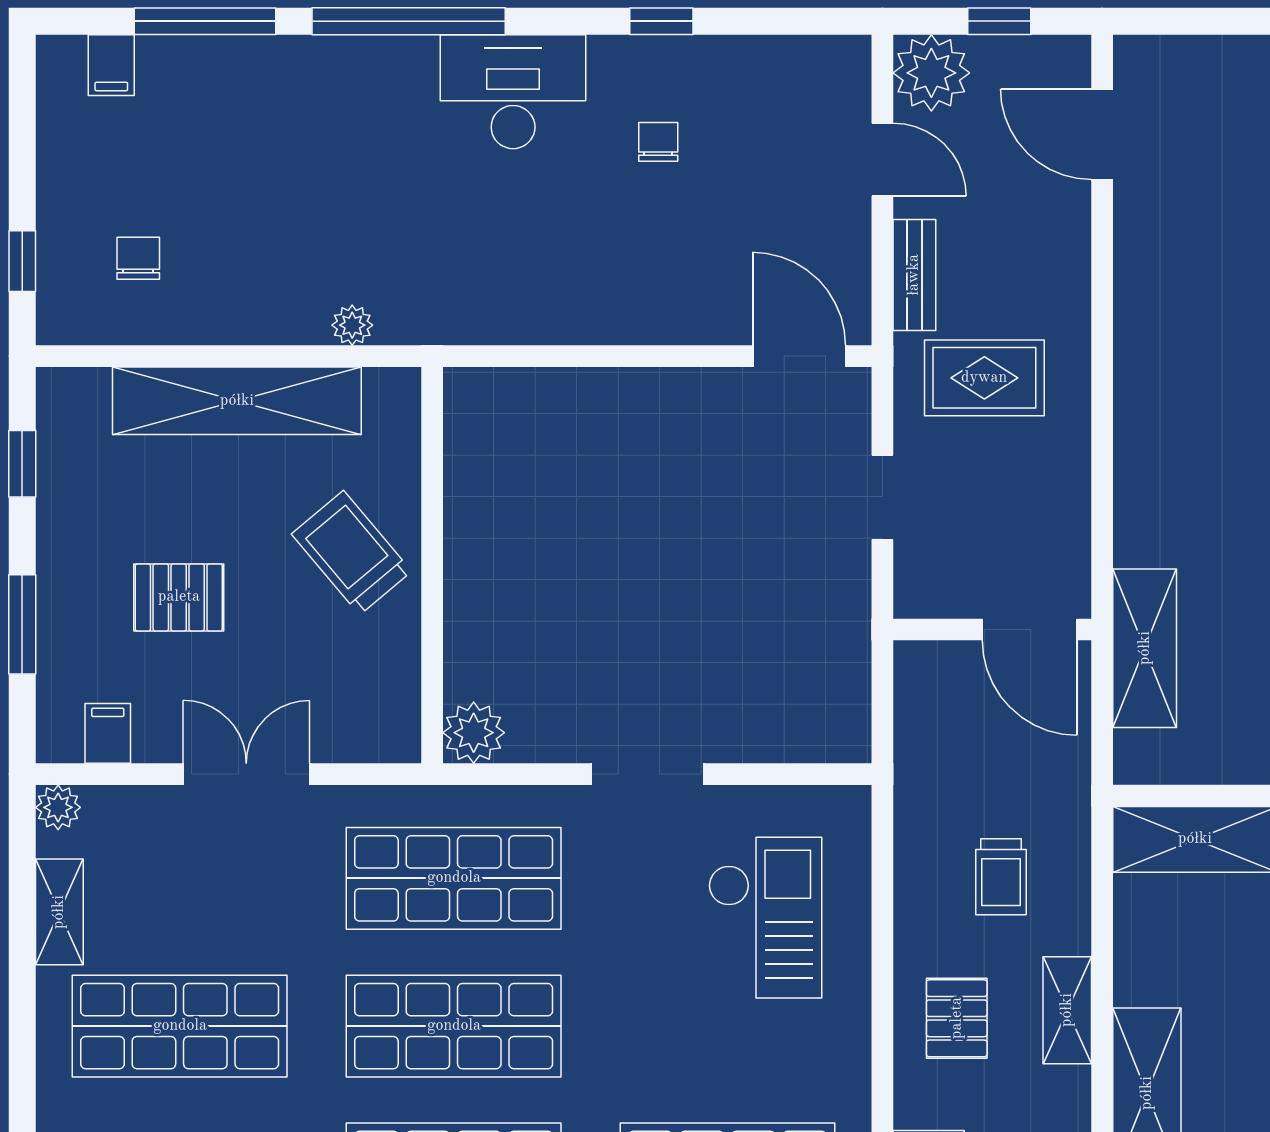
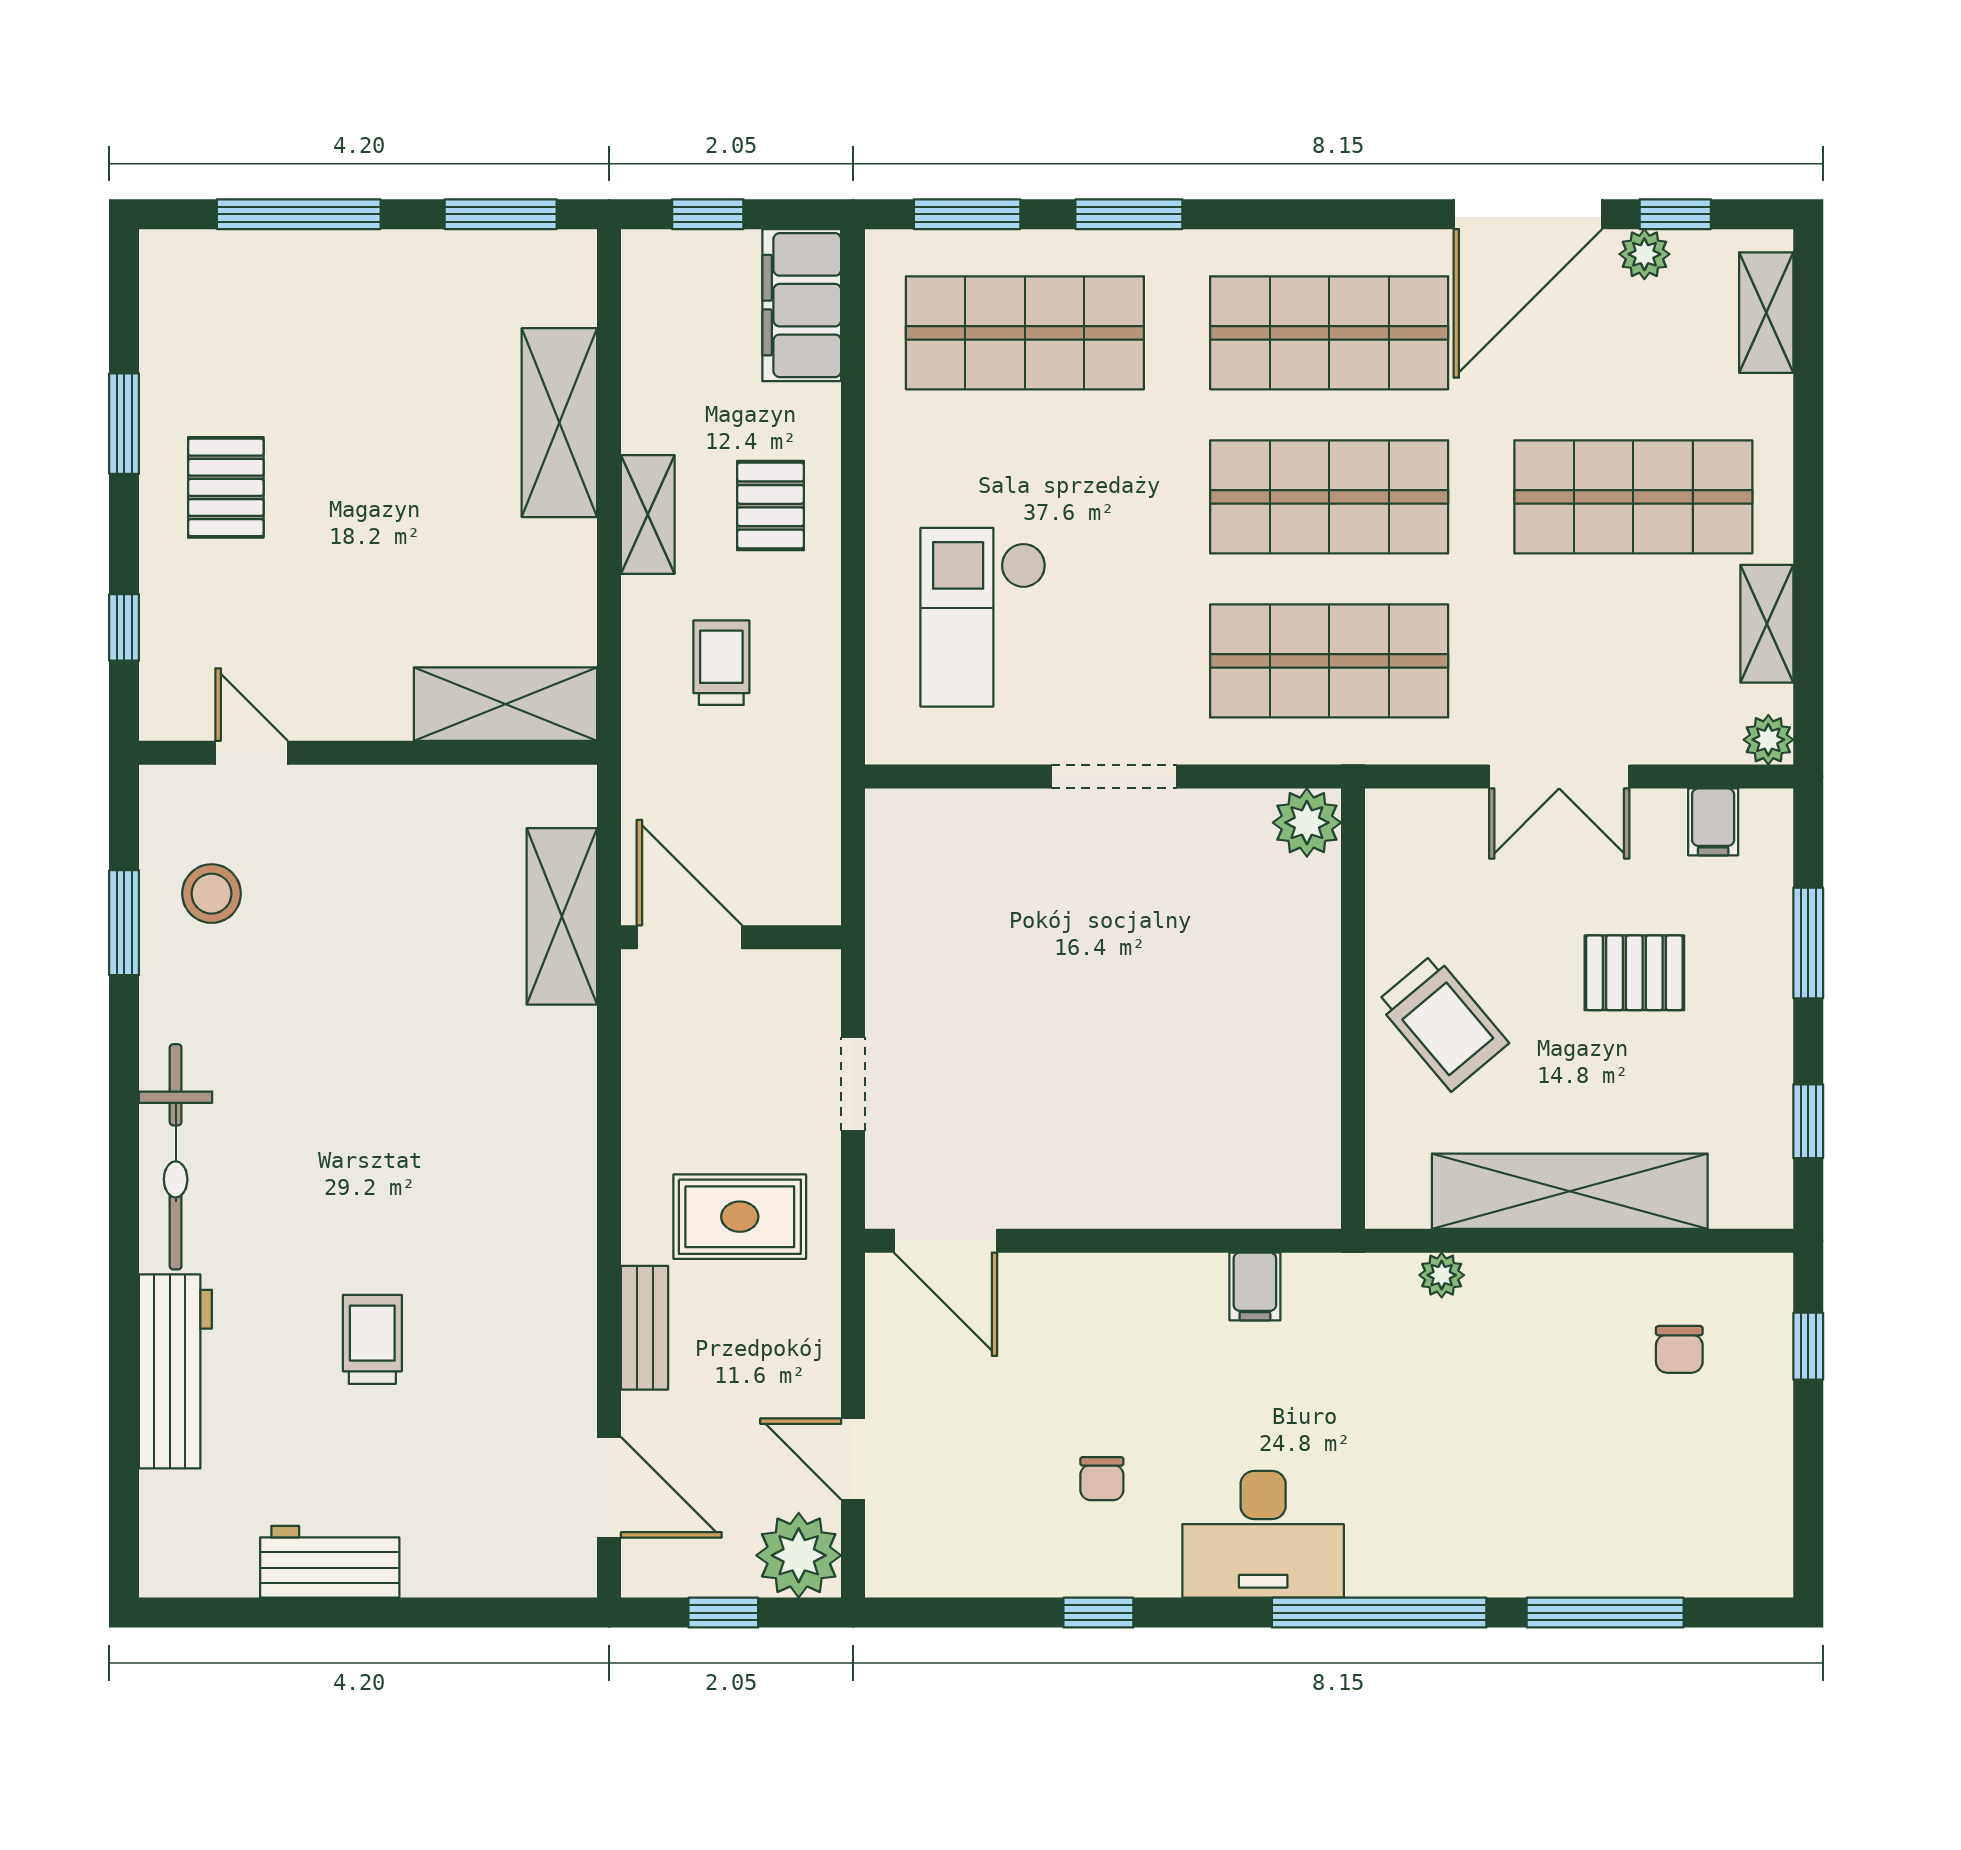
filing cabinet: (111, 65) -> (1255, 1286), moved, turned 180
bench: (914, 275) -> (645, 1328), moved

